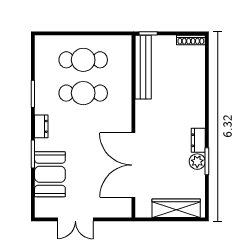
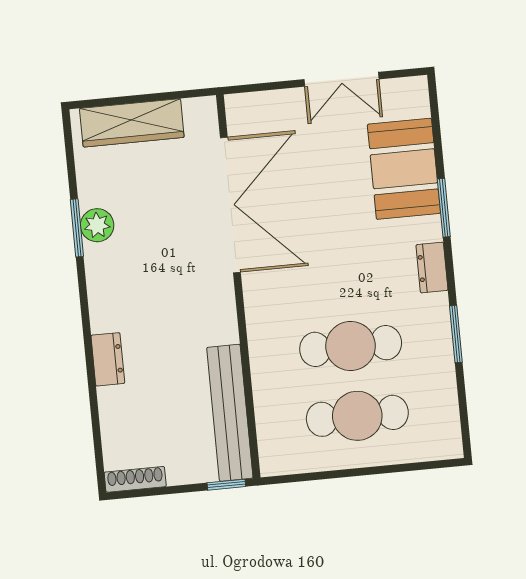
dresser: (198, 140) -> (108, 359), moved
double door: (75, 219) -> (342, 79), swing flipped

